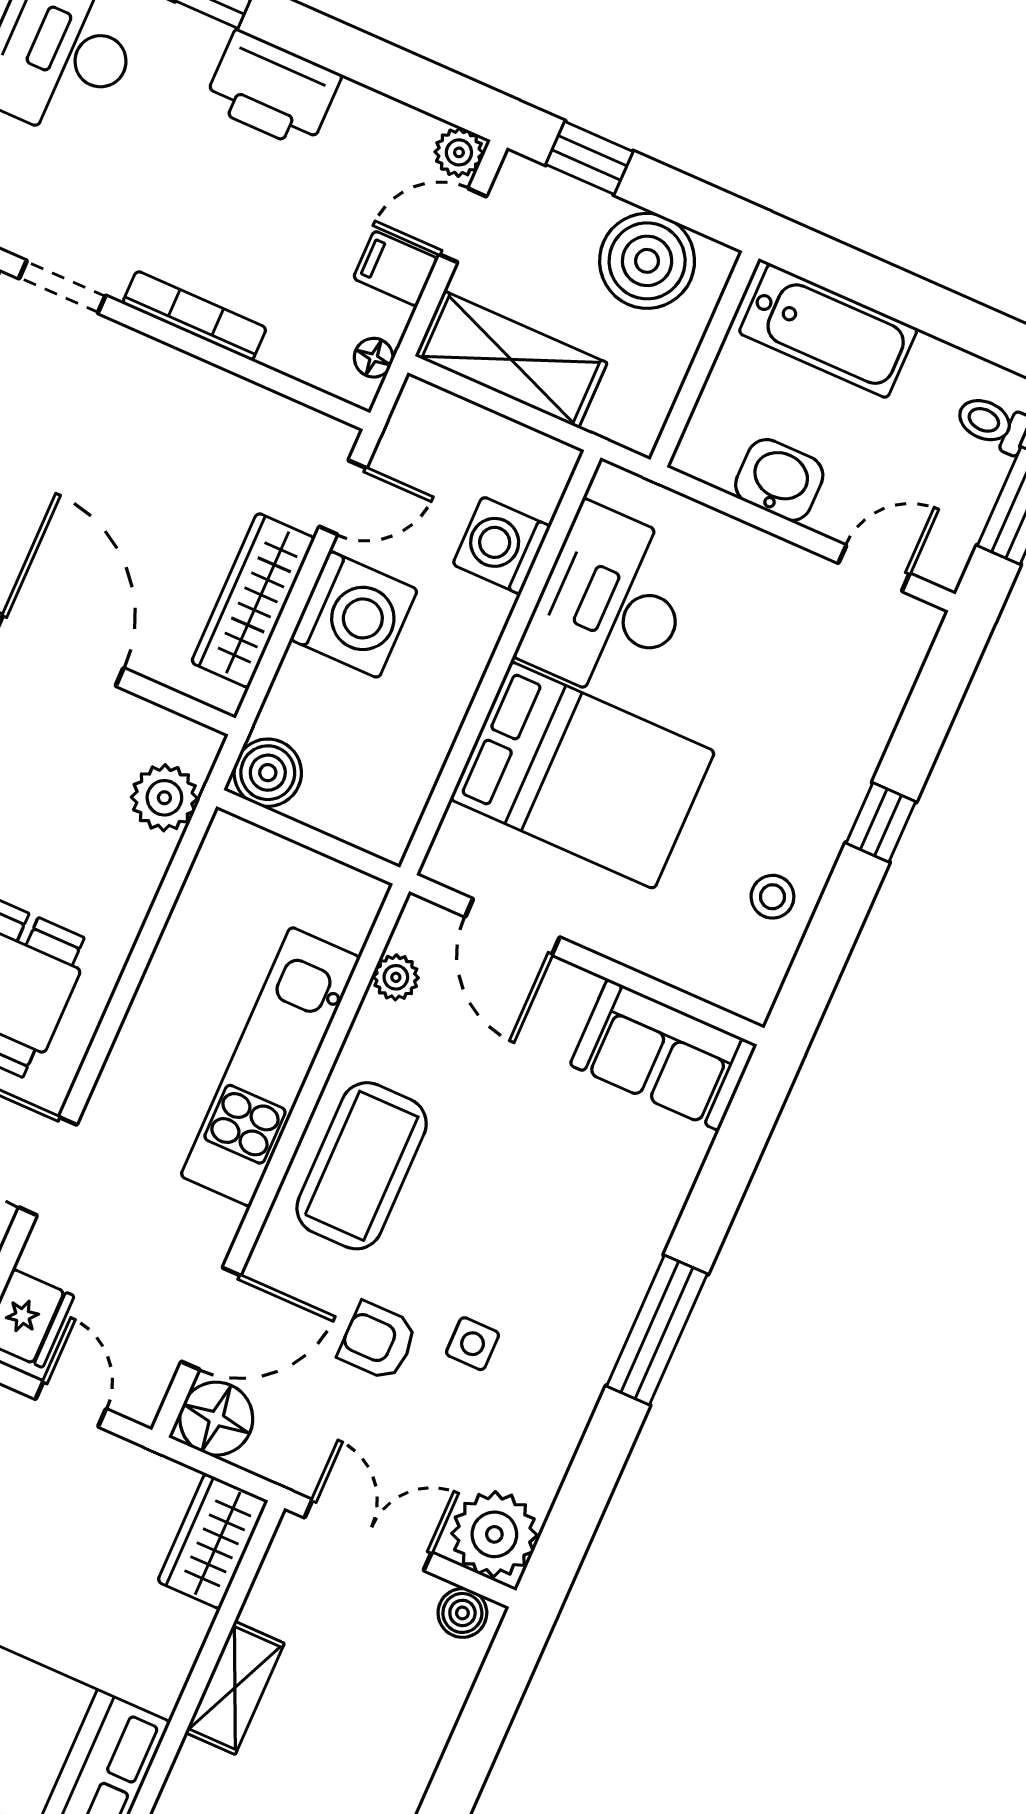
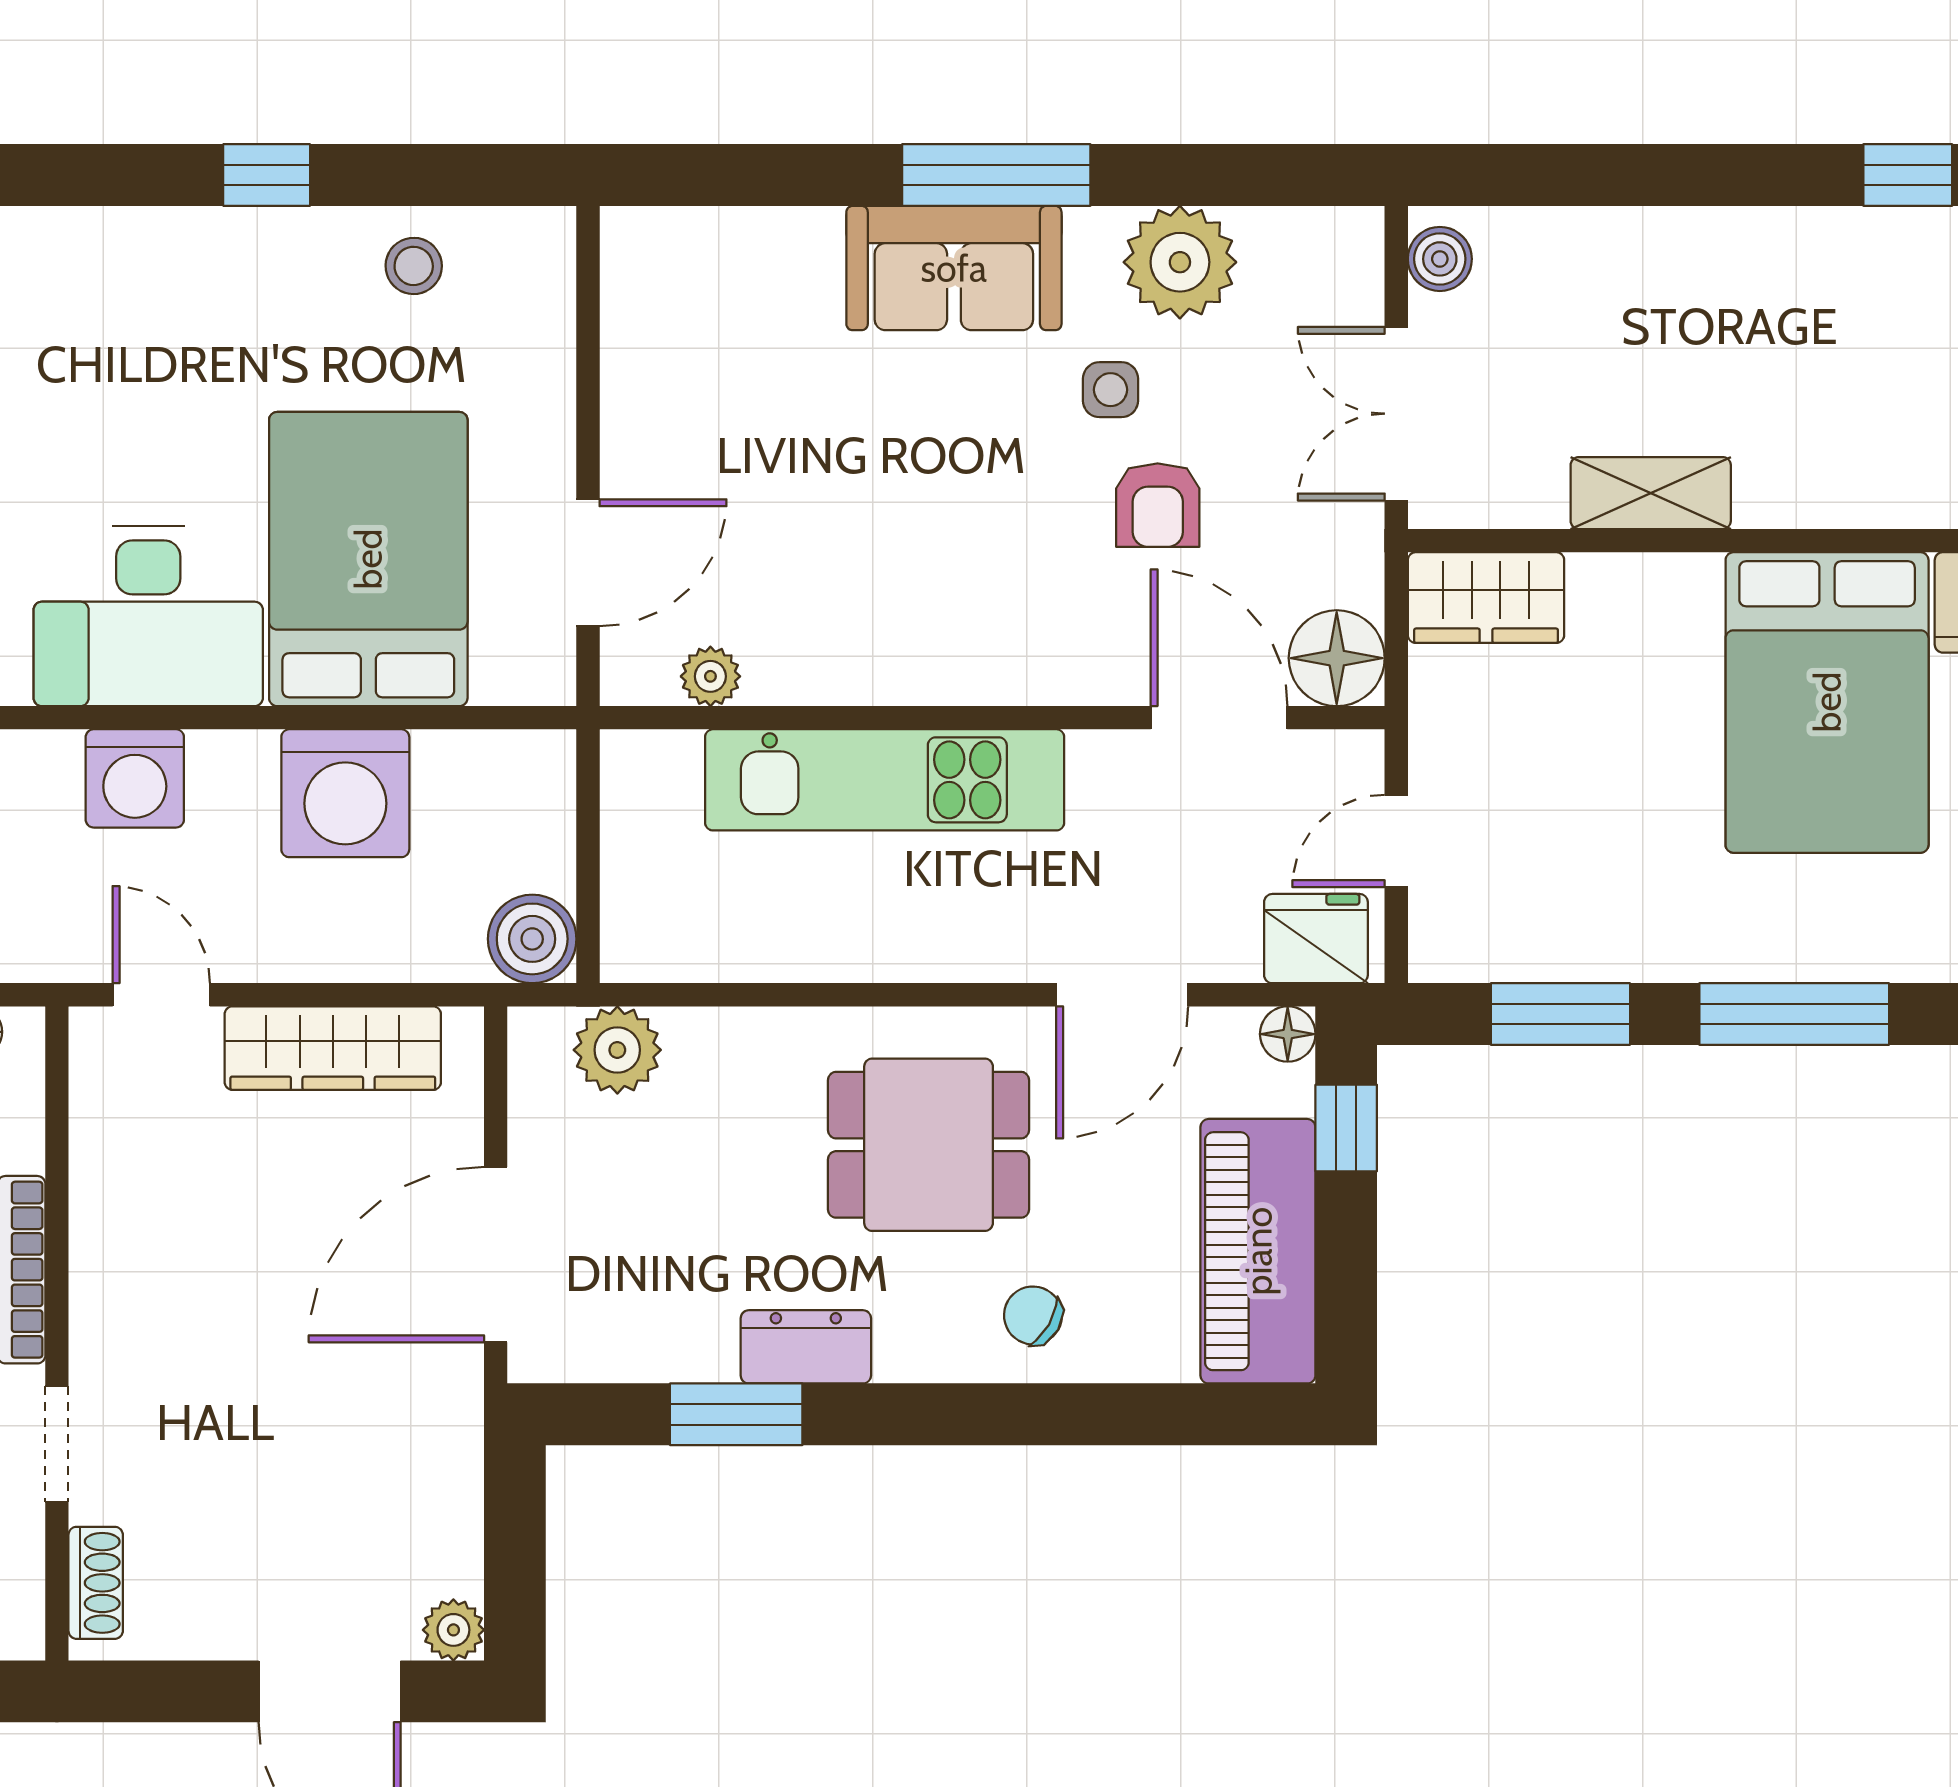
washing machine: (354, 615) -> (345, 793), moved, turned 180
sofa: (663, 1055) -> (954, 268), moved, turned 90
coffee table: (362, 1166) -> (955, 617), removed
plant: (494, 1534) -> (1180, 262), moved

